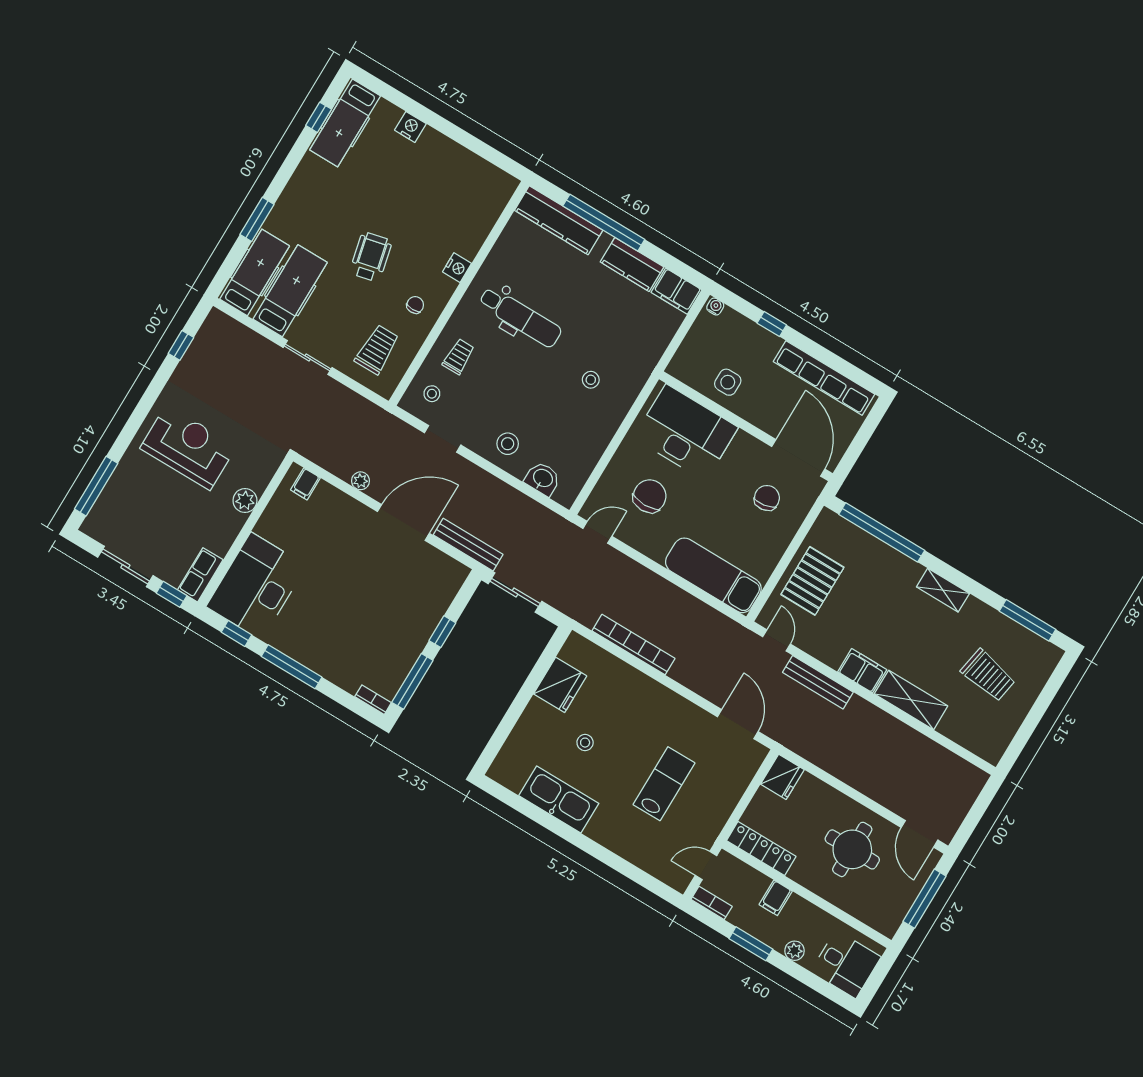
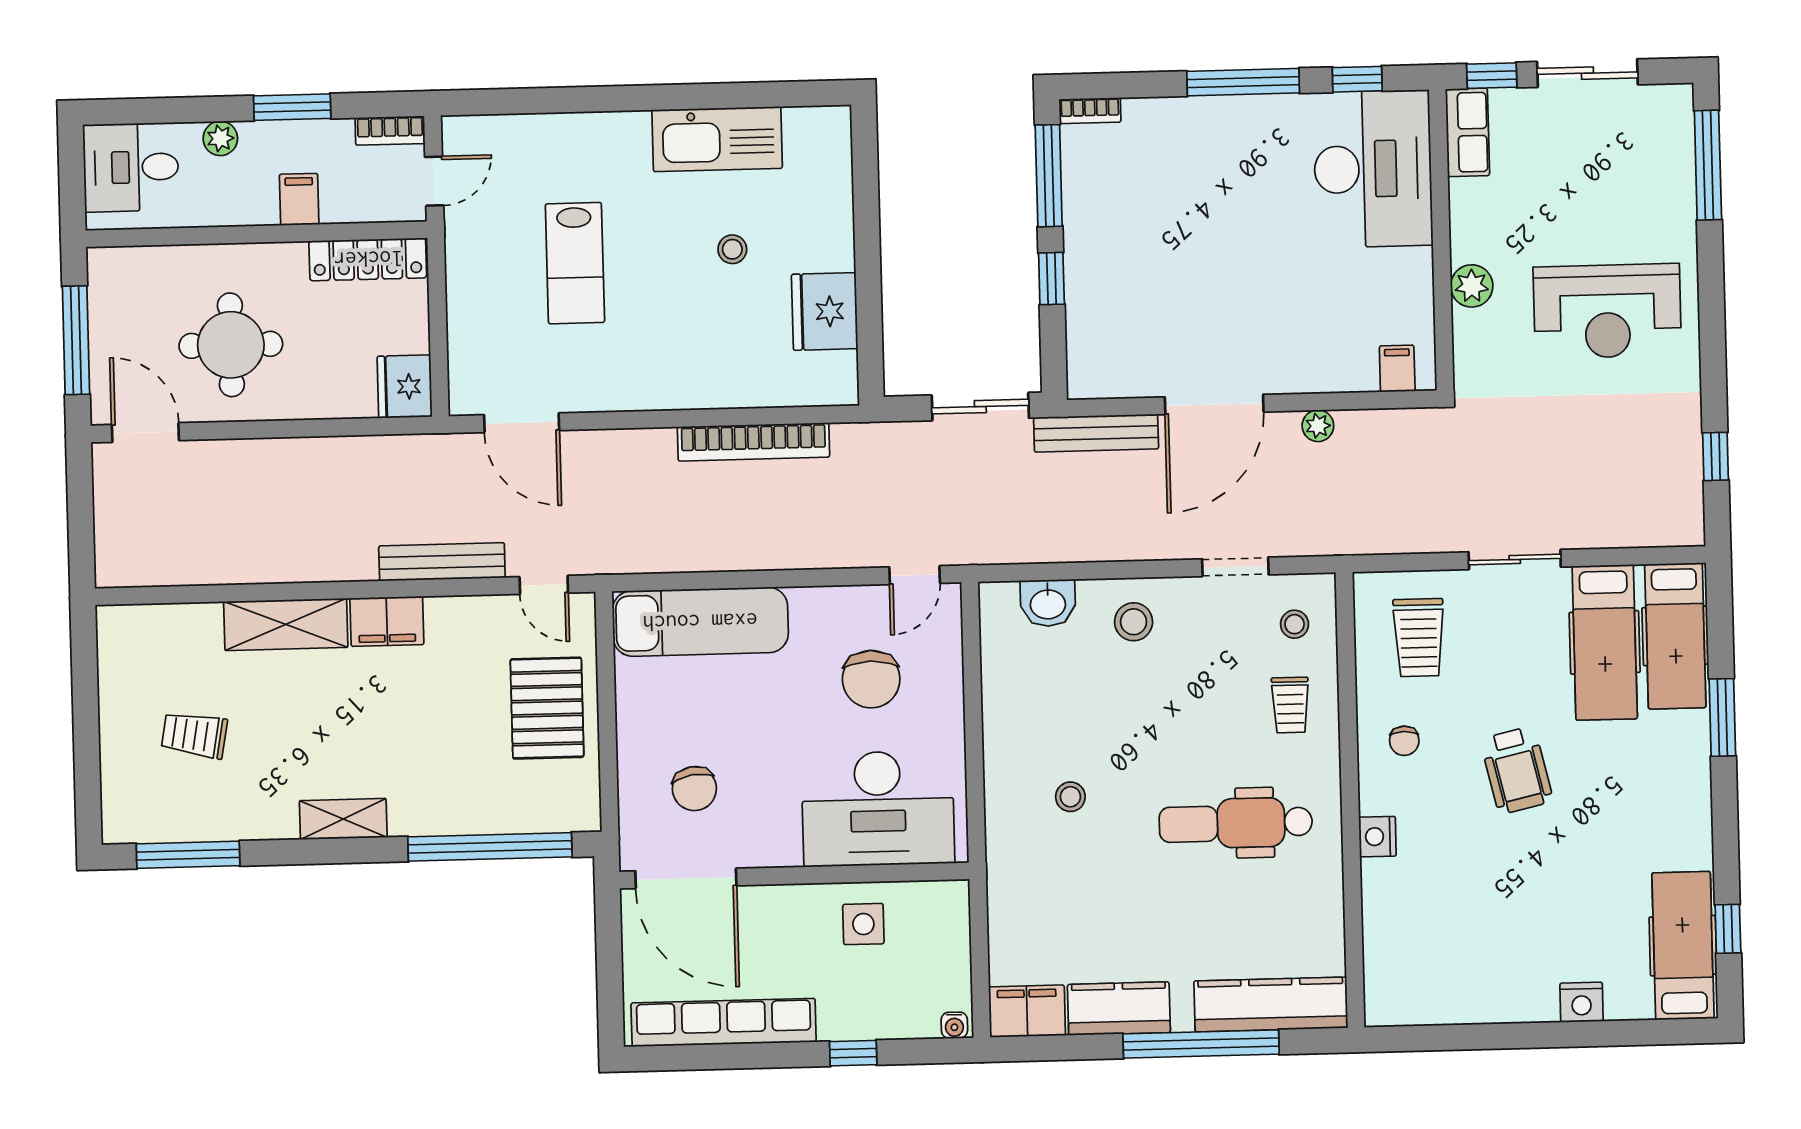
trolley: (988, 675) -> (194, 735), width x0.73, depth x0.72

